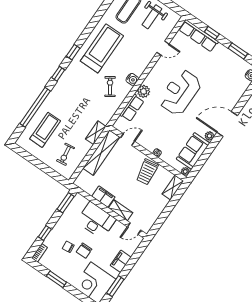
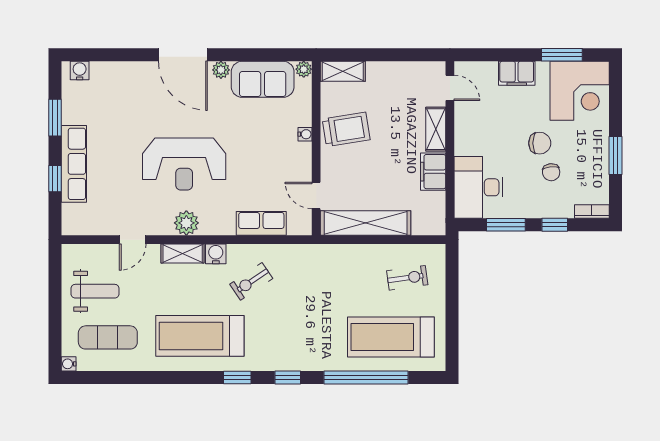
row of seats: (199, 36) -> (74, 164), moved
door: (163, 48) -> (133, 240), swing flipped
plant: (144, 91) -> (186, 223), moved
treadmill: (45, 130) -> (391, 337), width x1.37, depth x1.37
shelving: (96, 133) -> (183, 253), moved
window: (66, 203) -> (506, 225), moved
desk: (96, 220) -> (478, 187), moved

